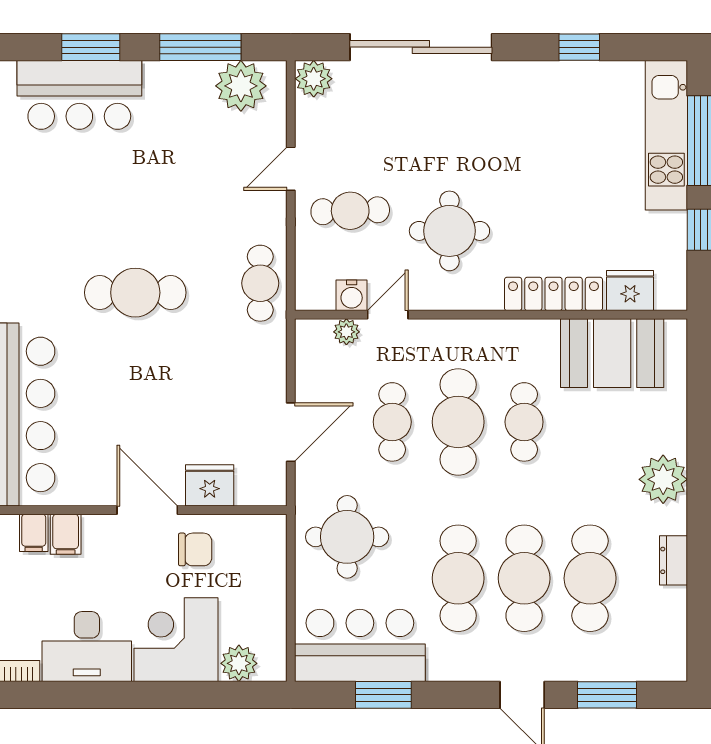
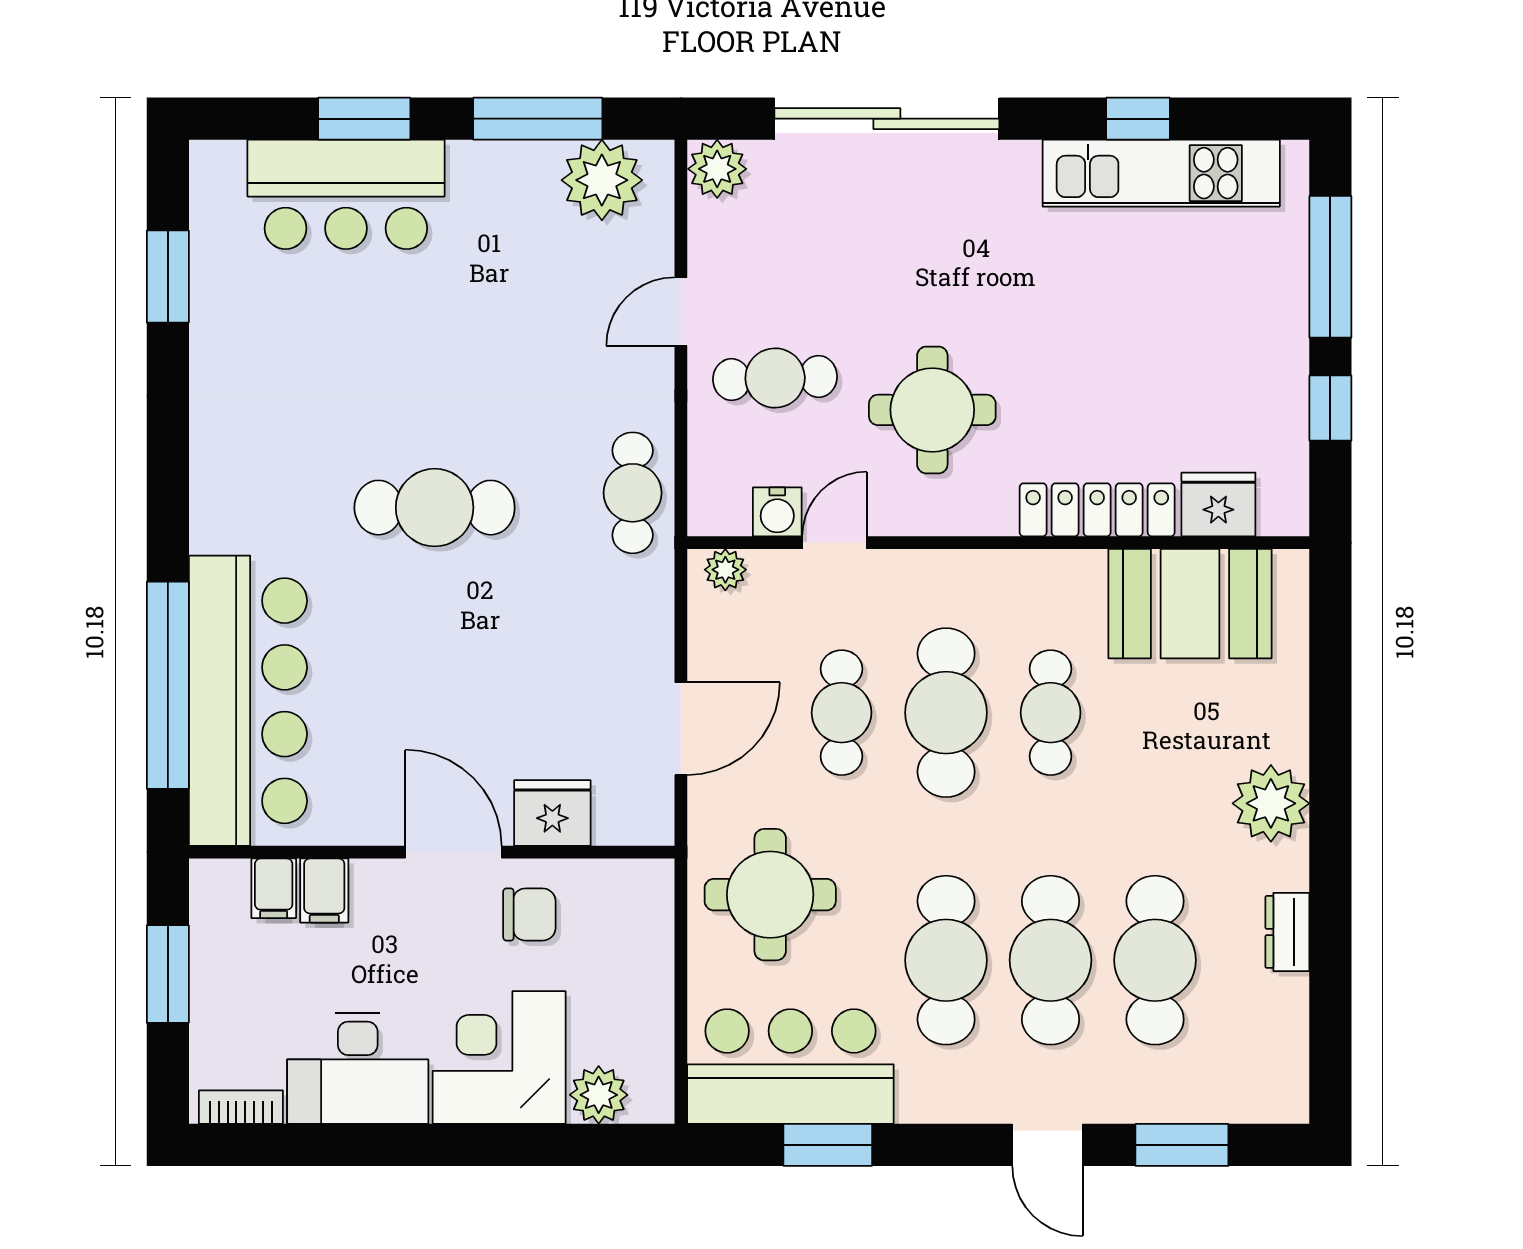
kitchen unit: (666, 135) -> (1161, 173), moved, turned -90
plant: (346, 332) -> (725, 570), moved

